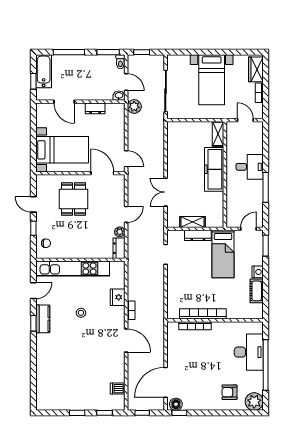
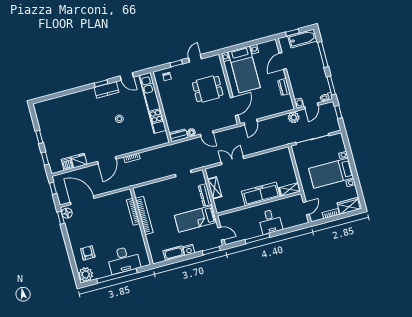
fridge: (118, 297) -> (79, 161), moved

